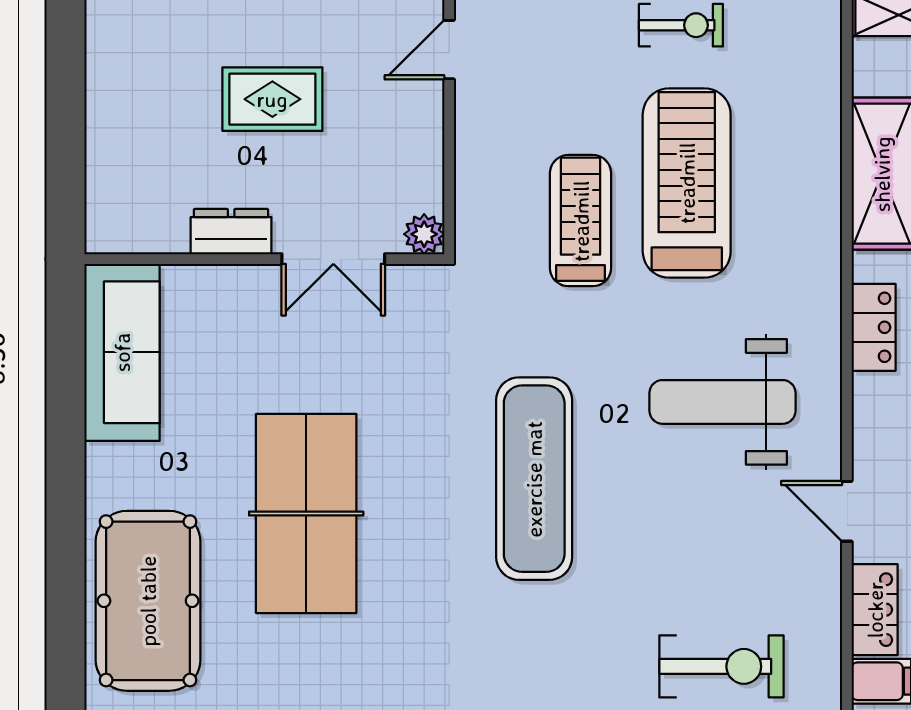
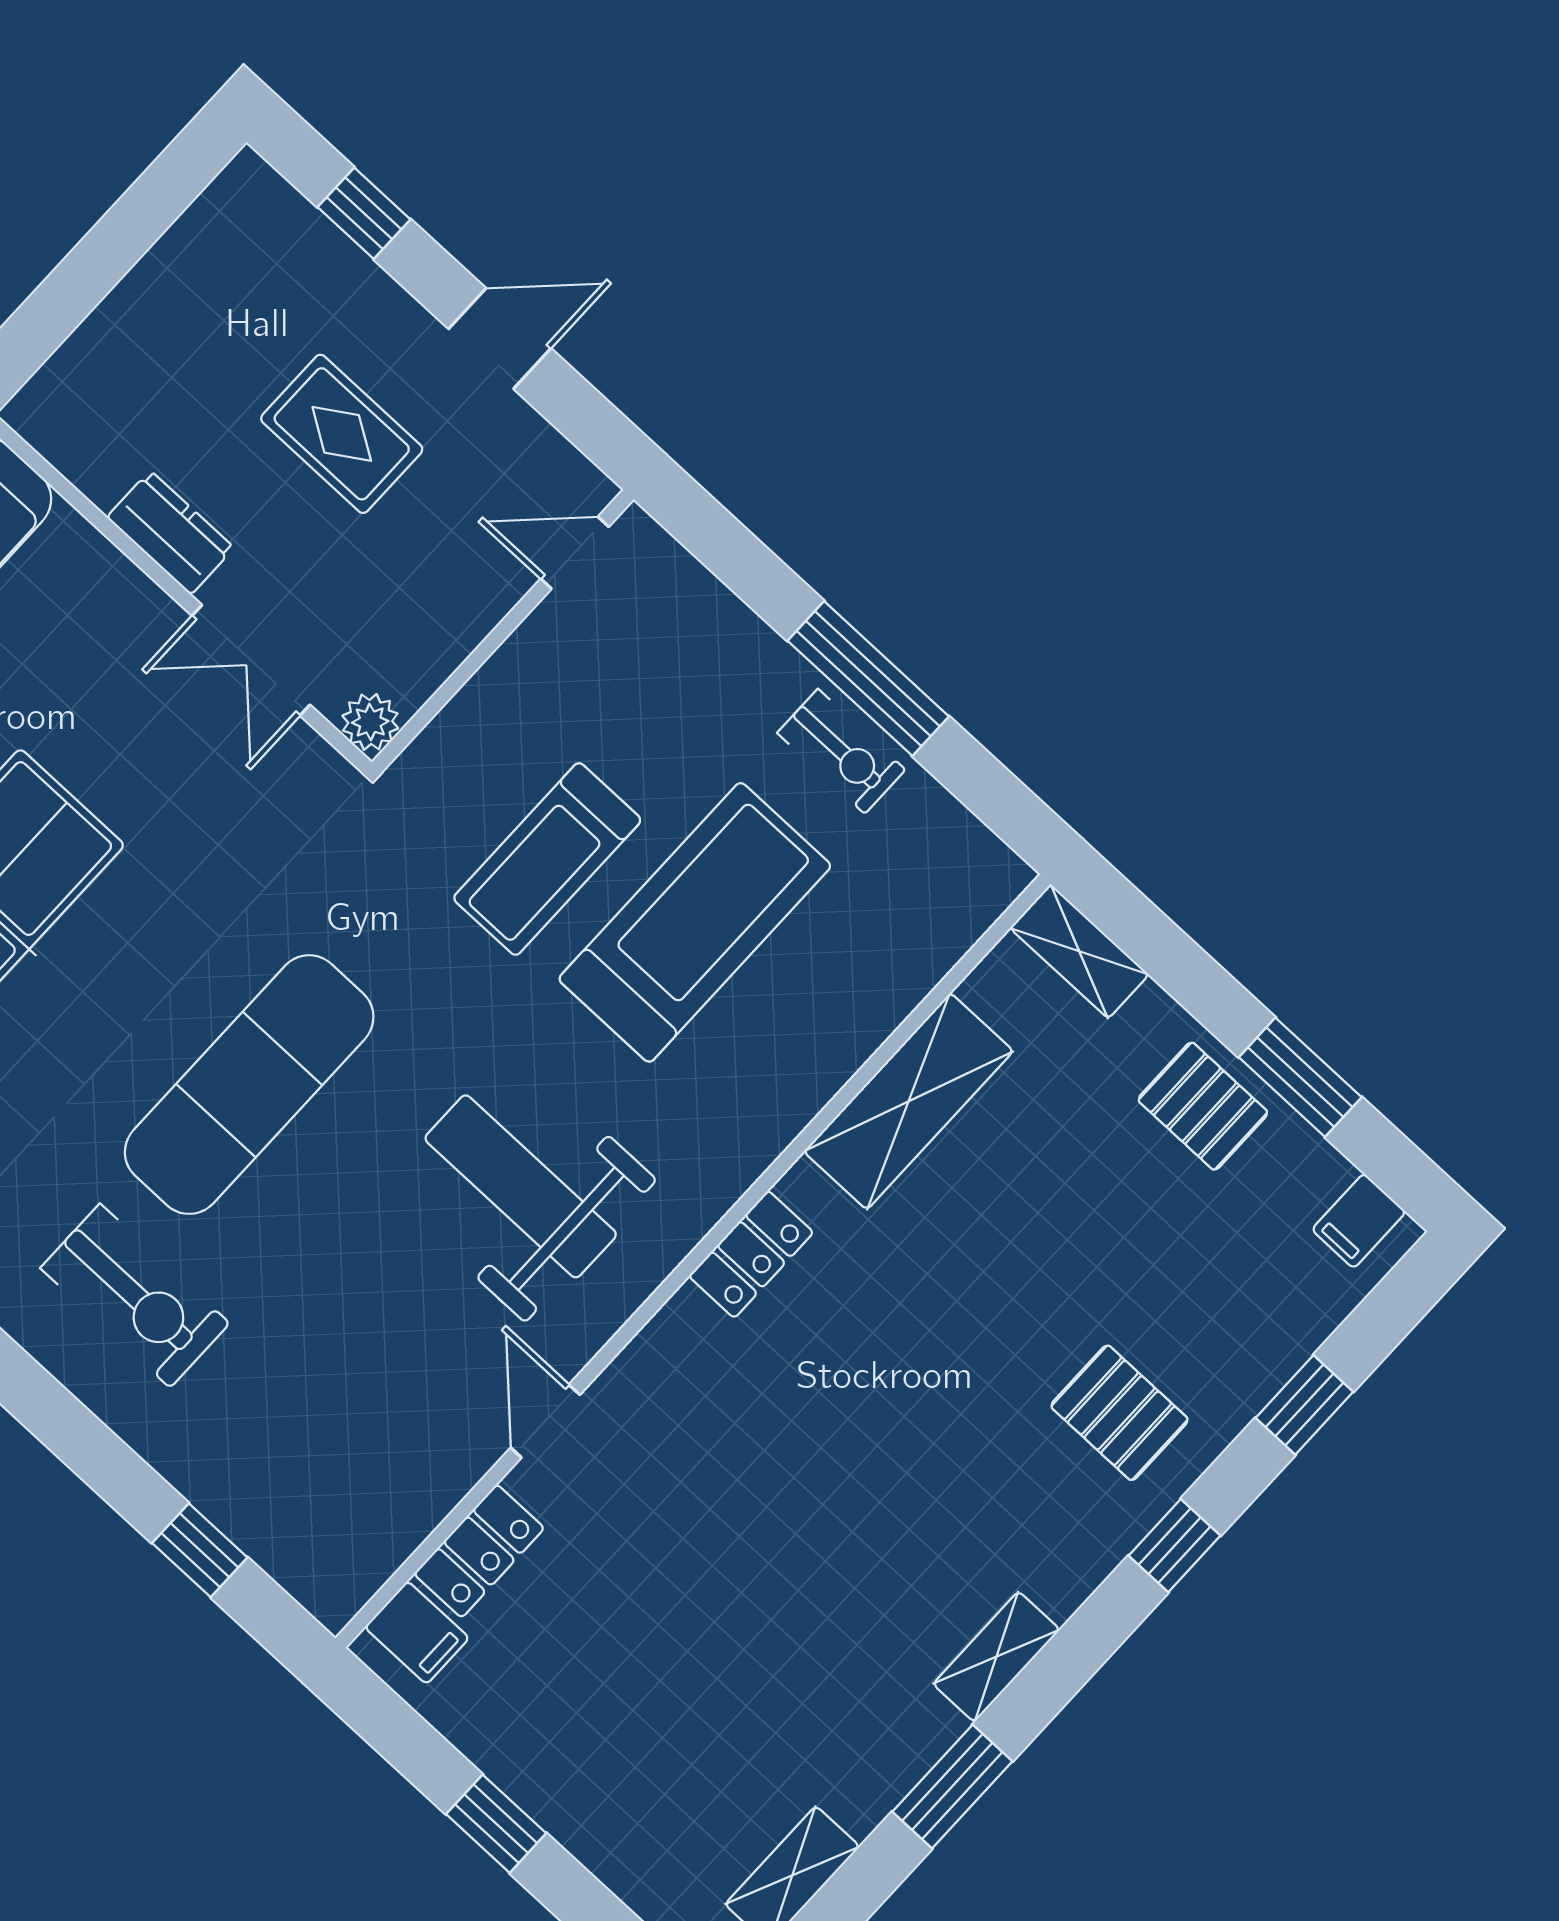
treadmill: (581, 221) -> (547, 859), turned 180
exercise bike: (721, 666) -> (135, 1296), moved

